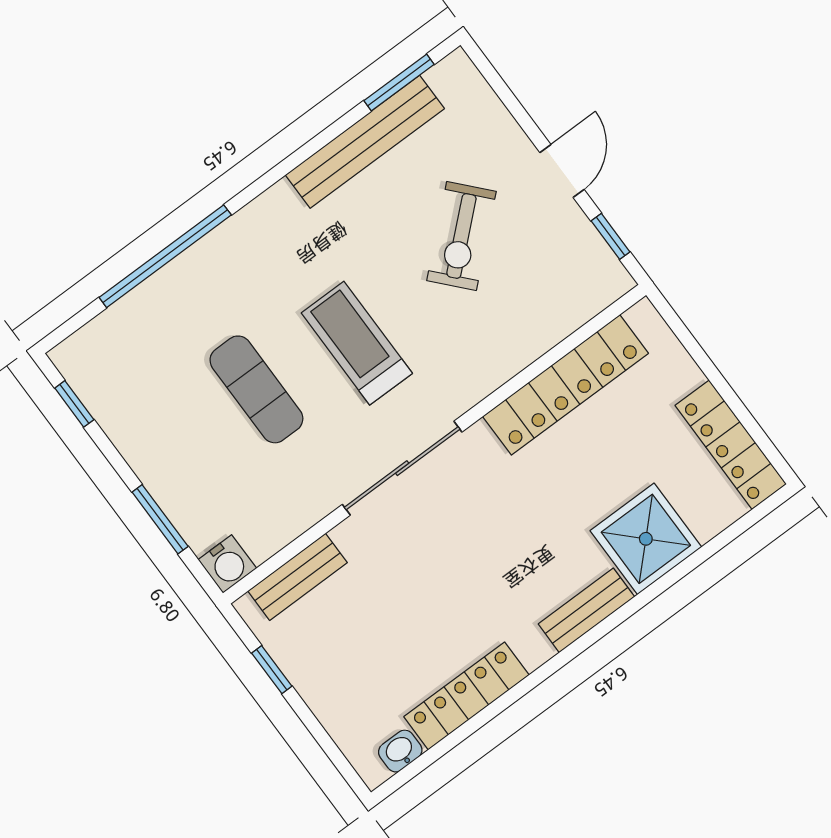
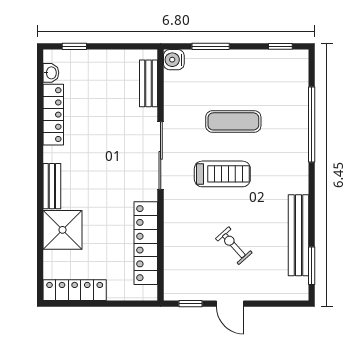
exercise bike: (461, 236) -> (234, 246), width x0.73, depth x0.72
window: (272, 670) -> (74, 46), moved

